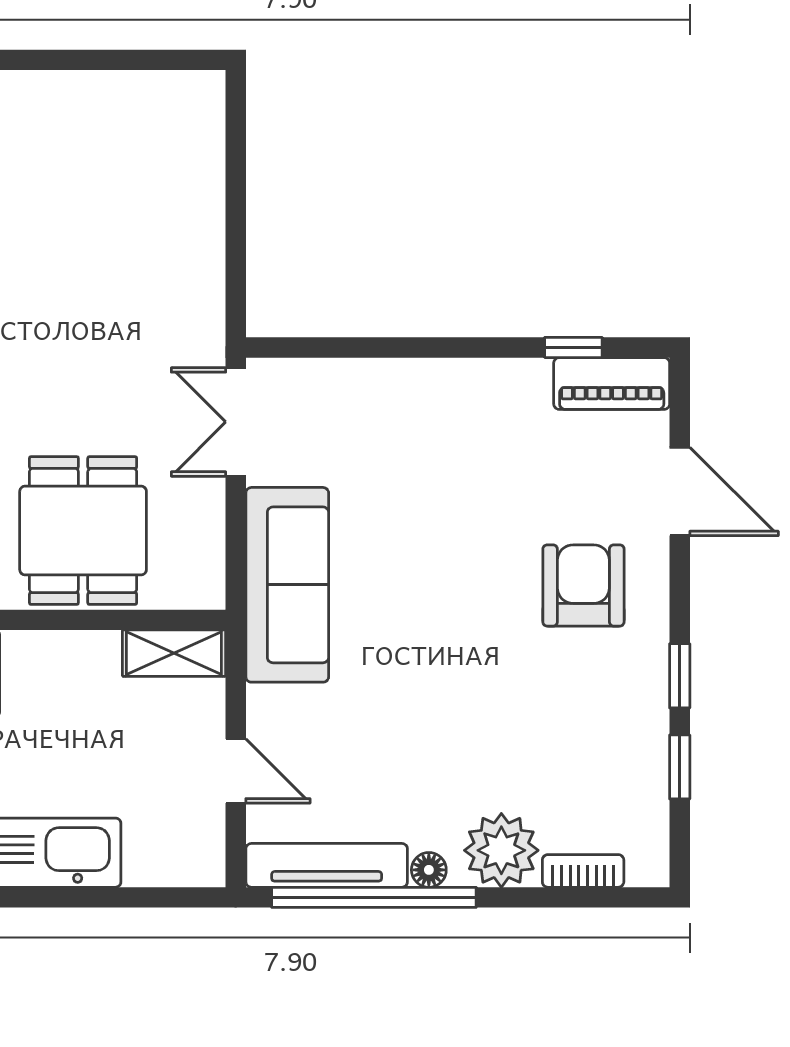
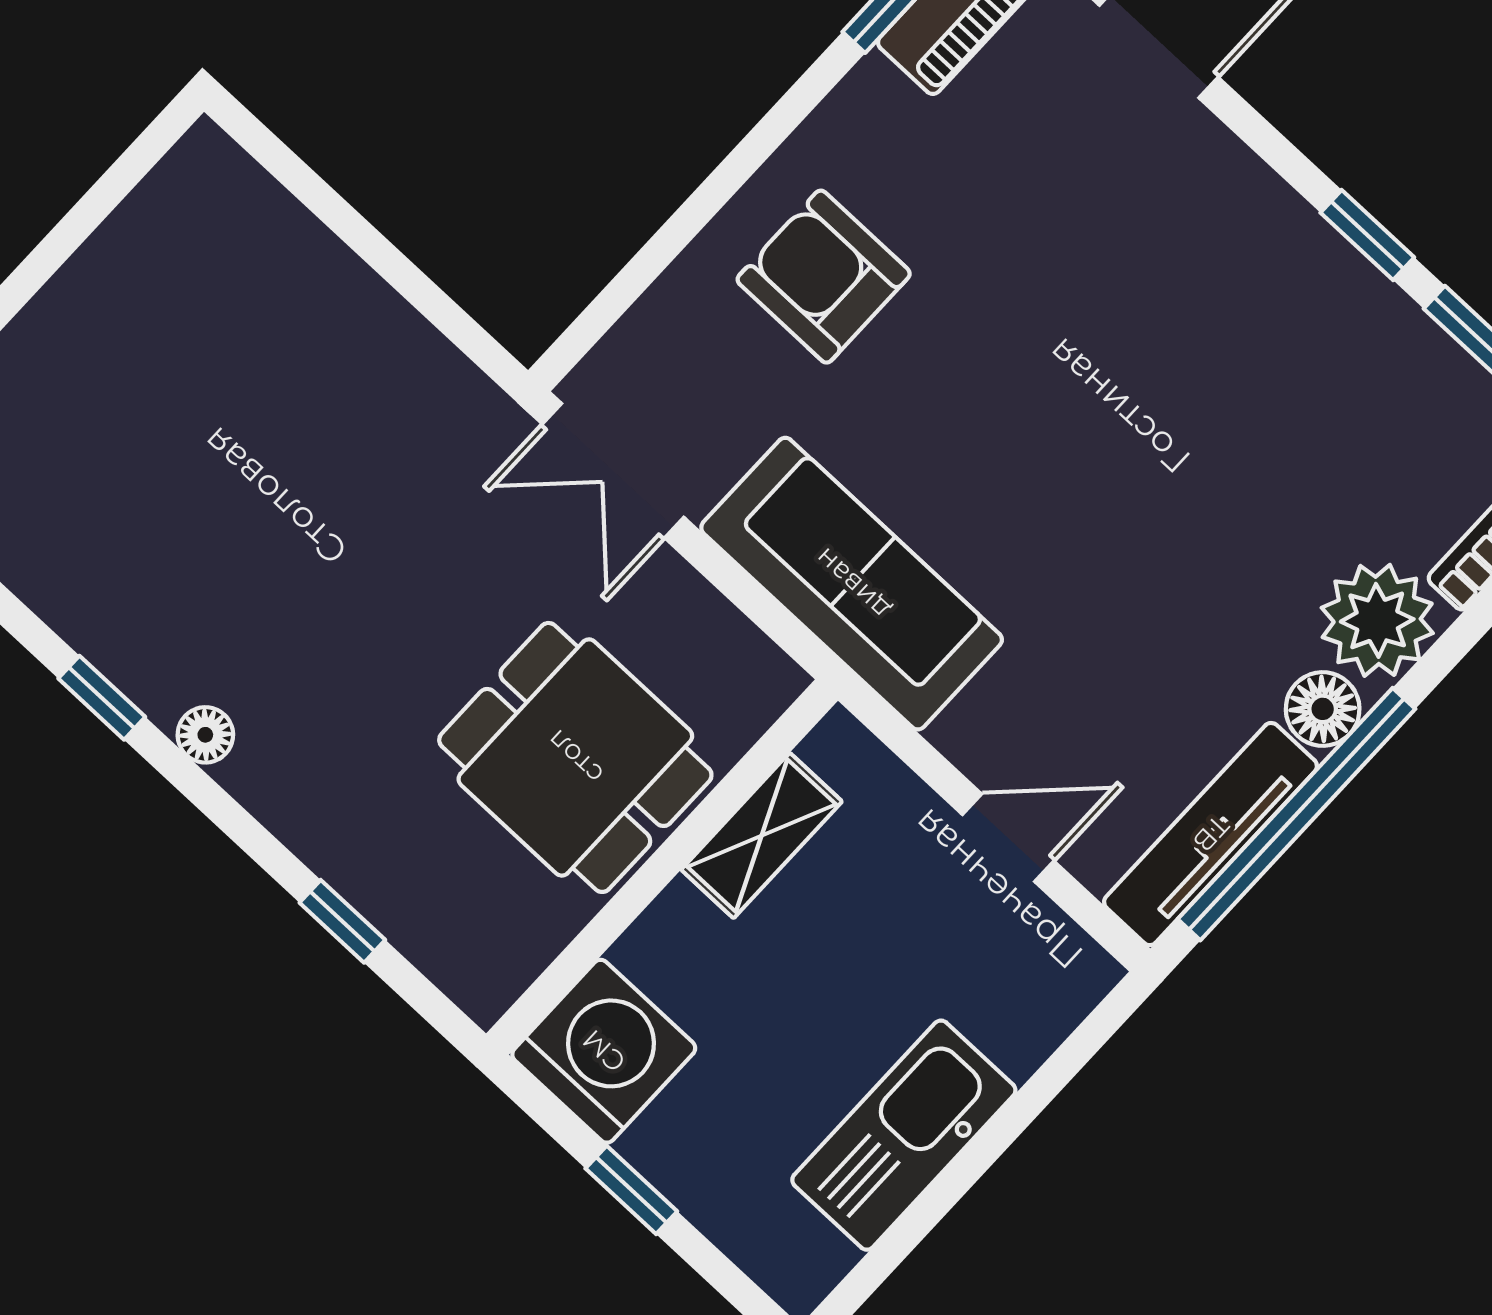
armchair: (583, 585) -> (824, 277), moved
shelving: (174, 653) -> (762, 836), moved
floor lamp: (429, 870) -> (1323, 709), width x1.37, depth x1.37

